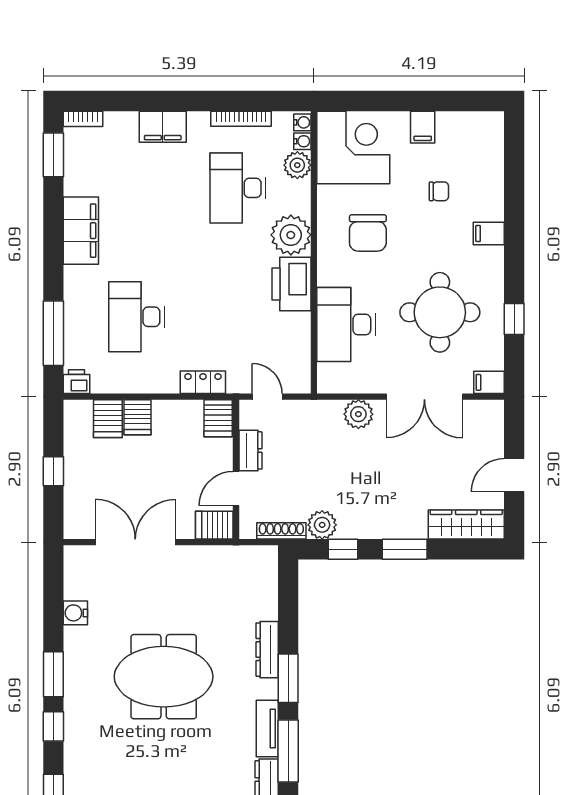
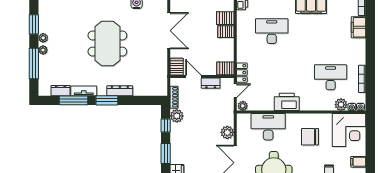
filing cabinet: (163, 127) -> (358, 27), moved
plant: (291, 235) -> (243, 106), moved, width x0.53, depth x0.53
locker: (203, 382) -> (242, 73), moved

